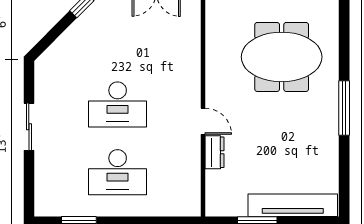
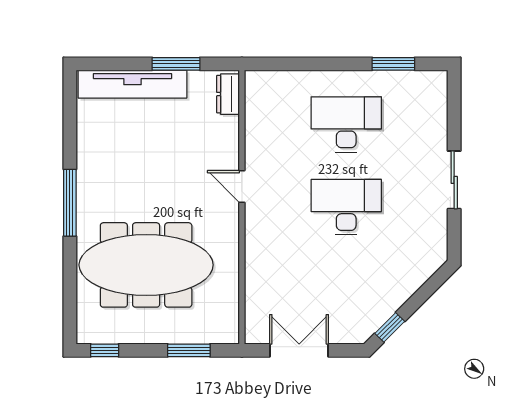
meeting table: (282, 57) -> (146, 265), width x1.36
dresser: (214, 152) -> (228, 94), moved

